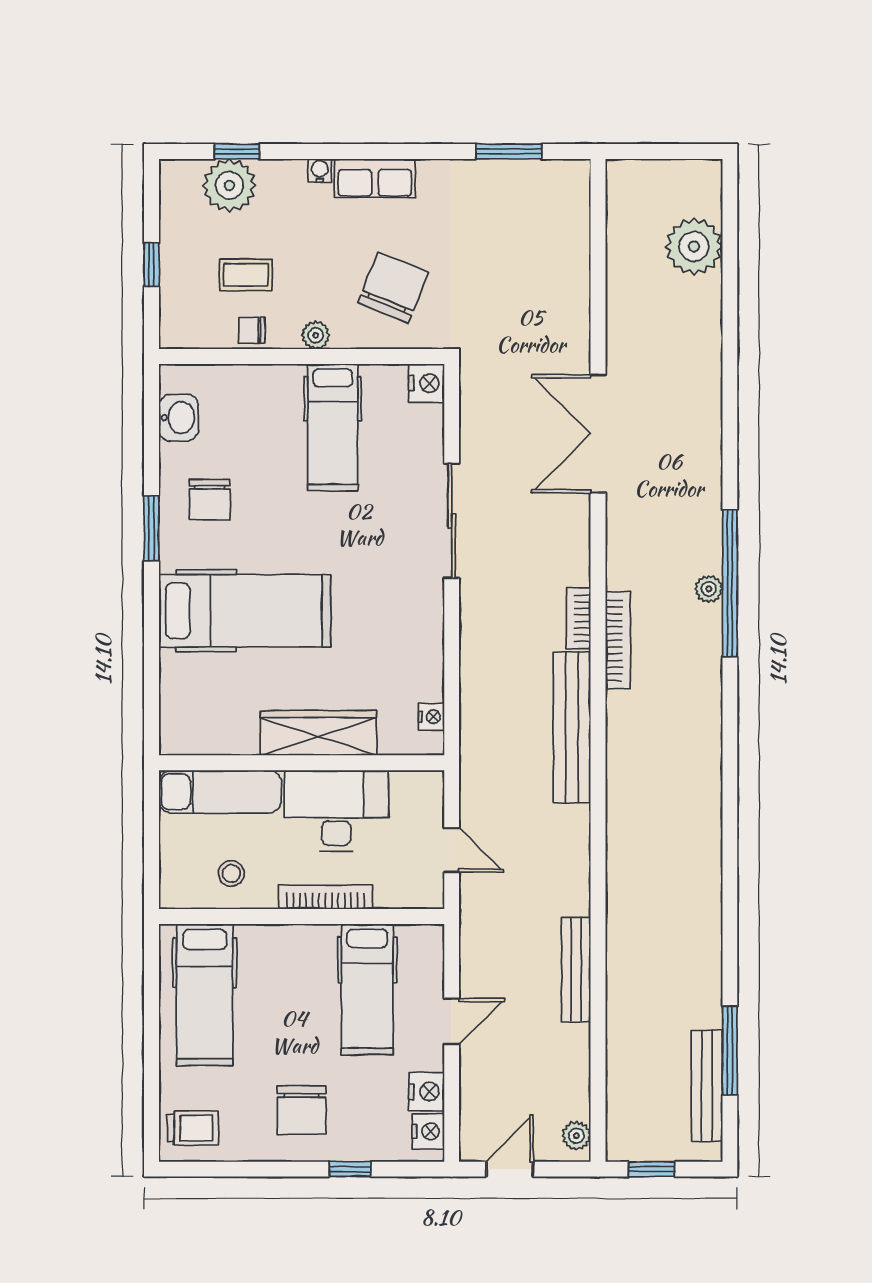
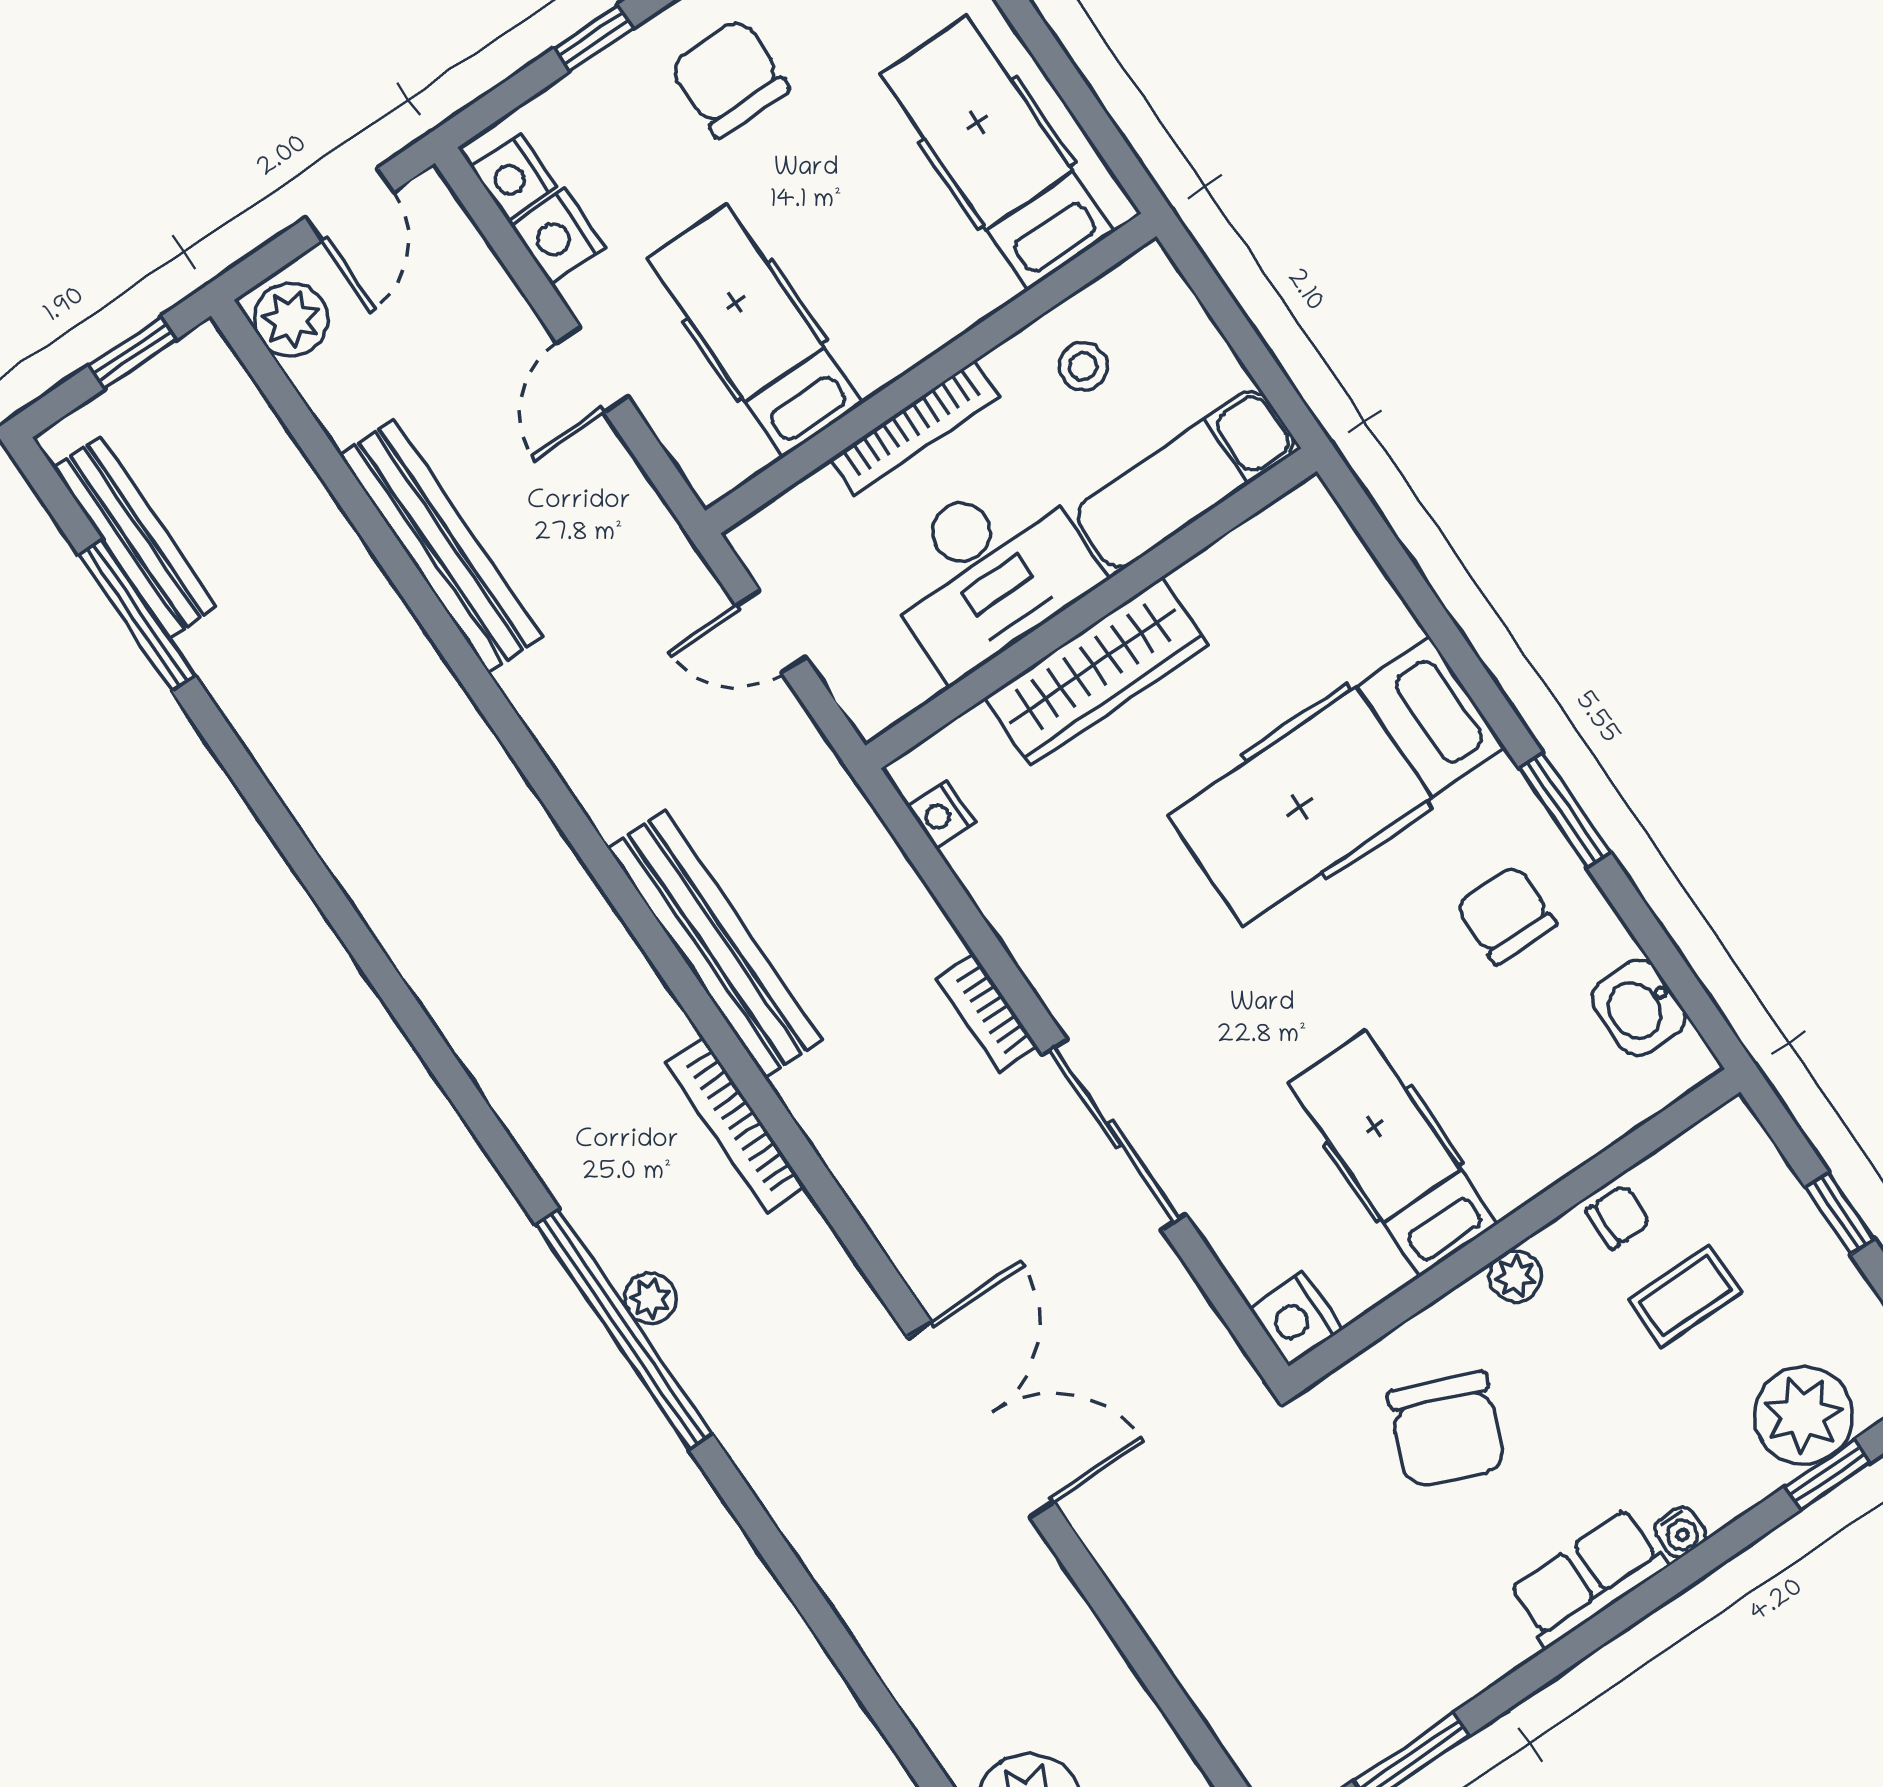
bookcase: (578, 618) -> (987, 1013), moved, turned 180
bench: (576, 970) -> (441, 546), width x1.37, depth x1.21
plant: (576, 1136) -> (291, 320), width x1.38, depth x1.38

